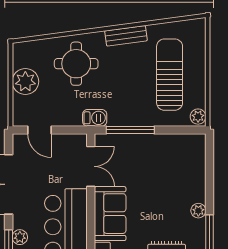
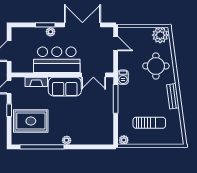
sun lounger: (170, 75) -> (149, 123), width x0.73, depth x0.75
plant: (25, 82) -> (160, 35), moved
door: (39, 130) -> (116, 44), swing flipped

